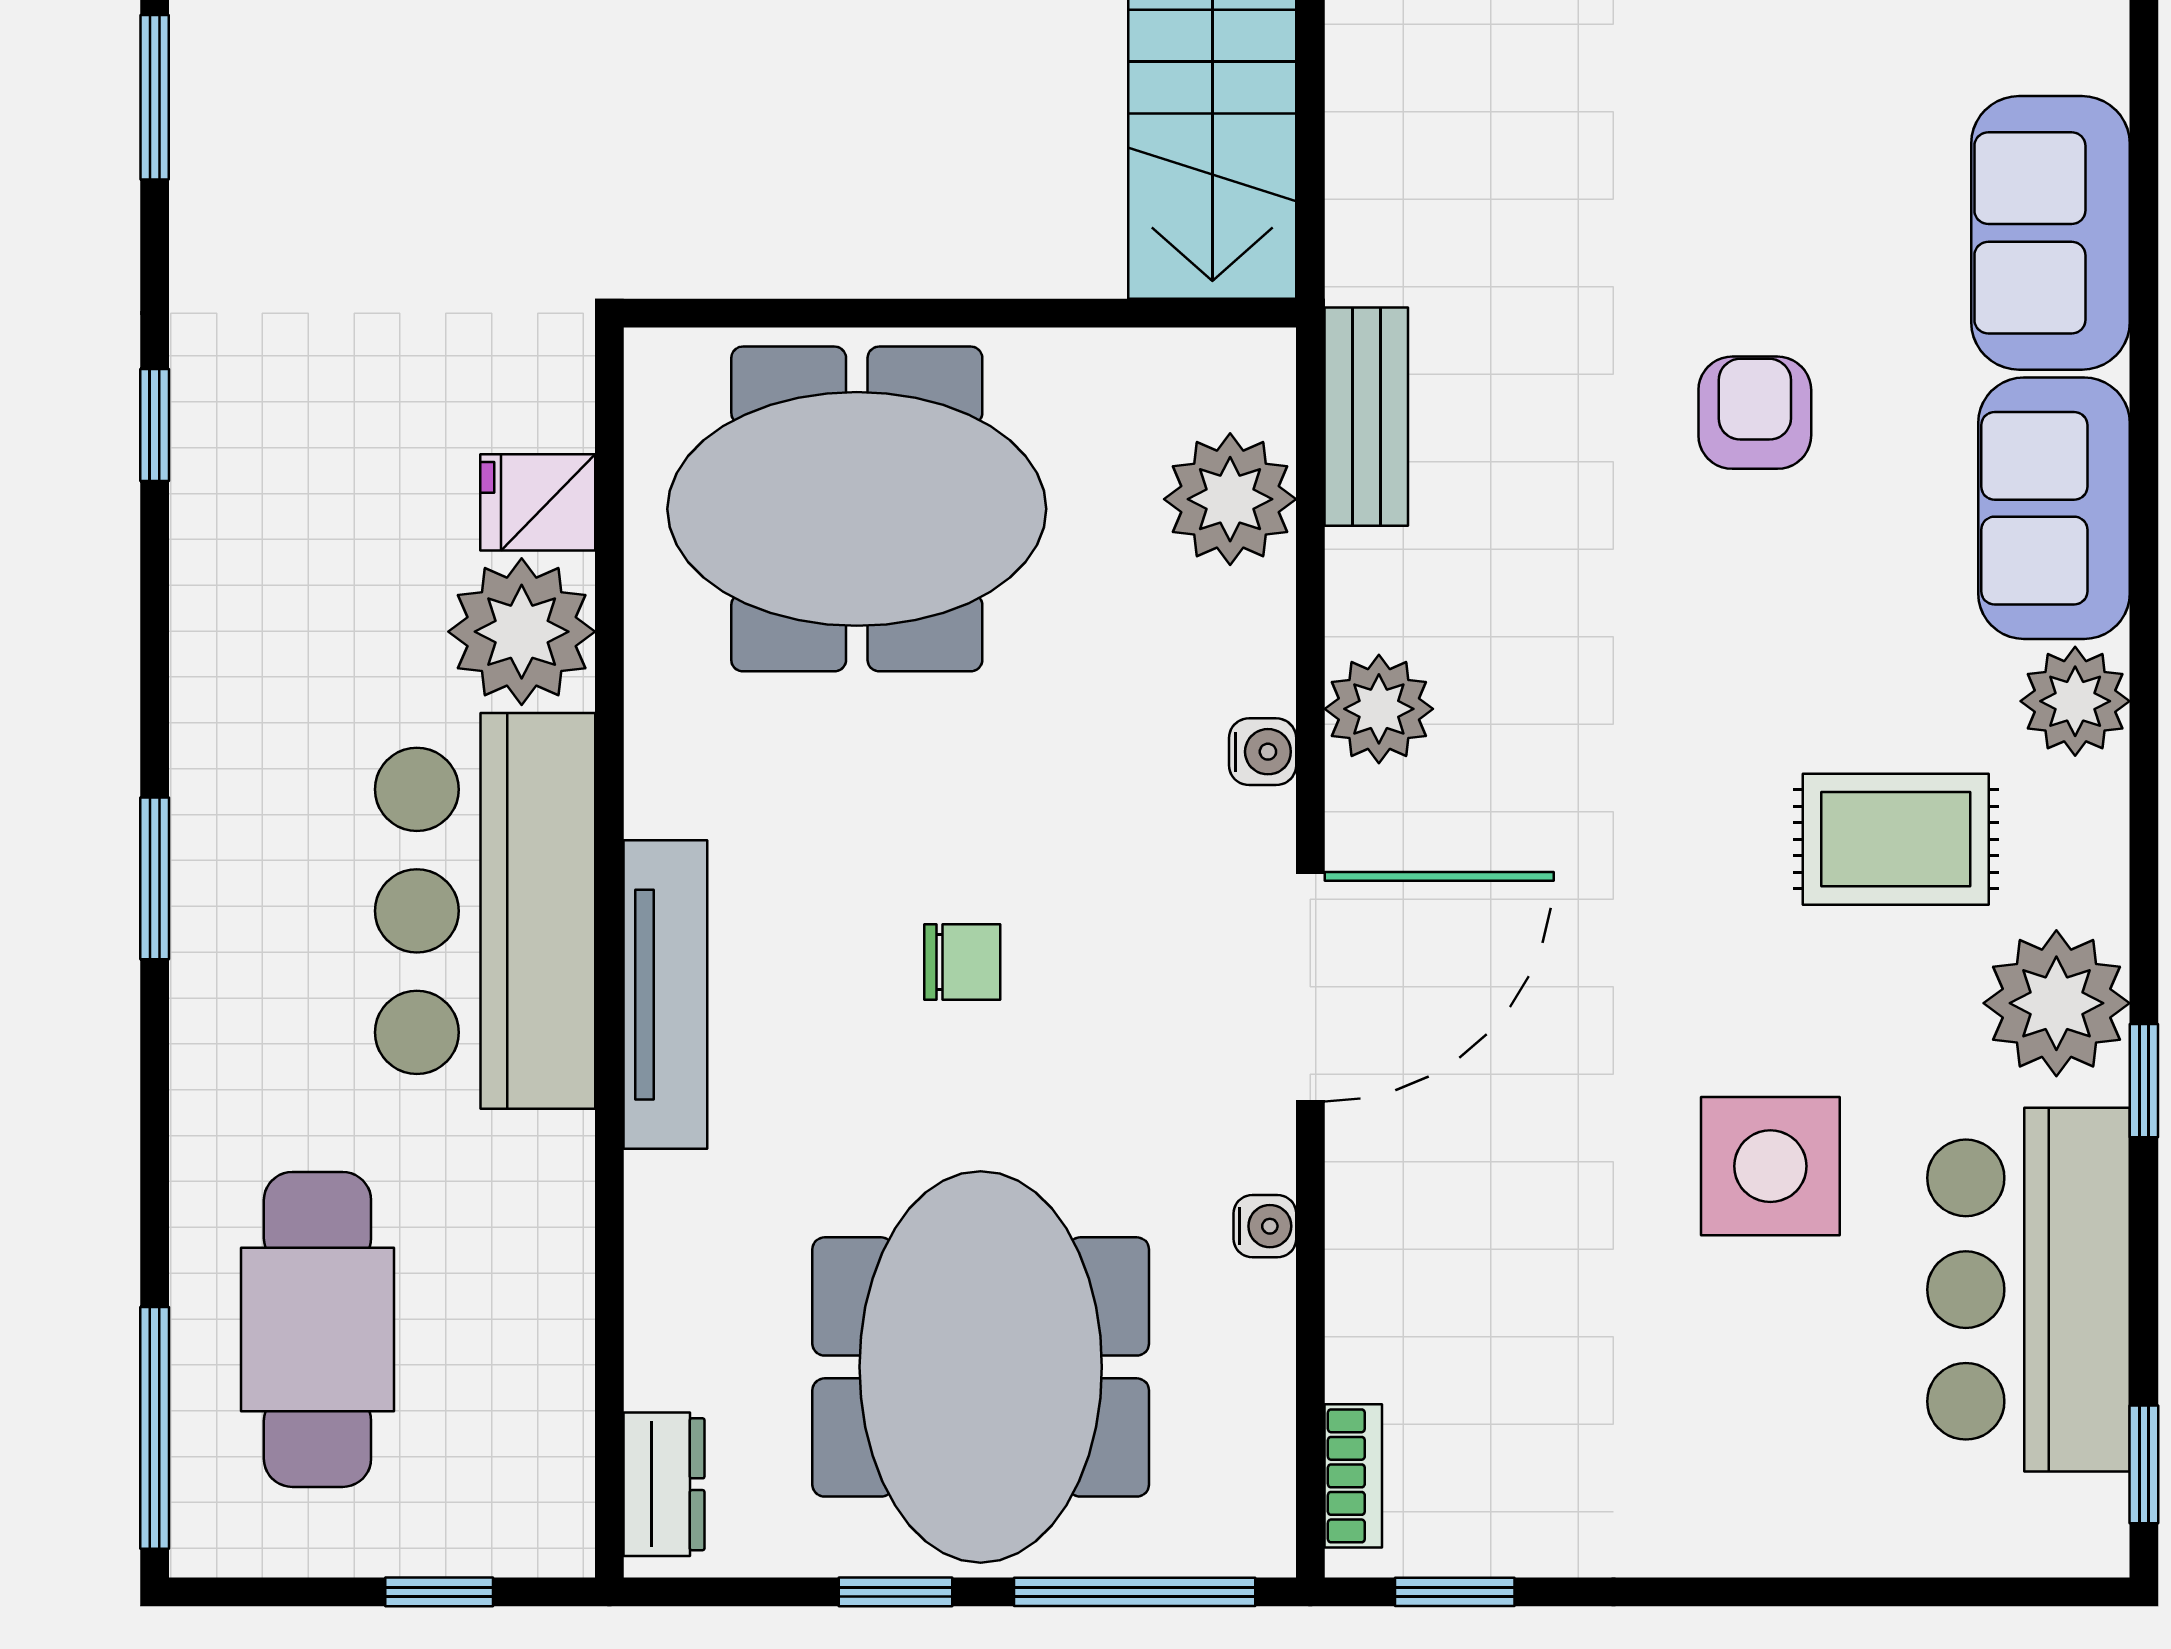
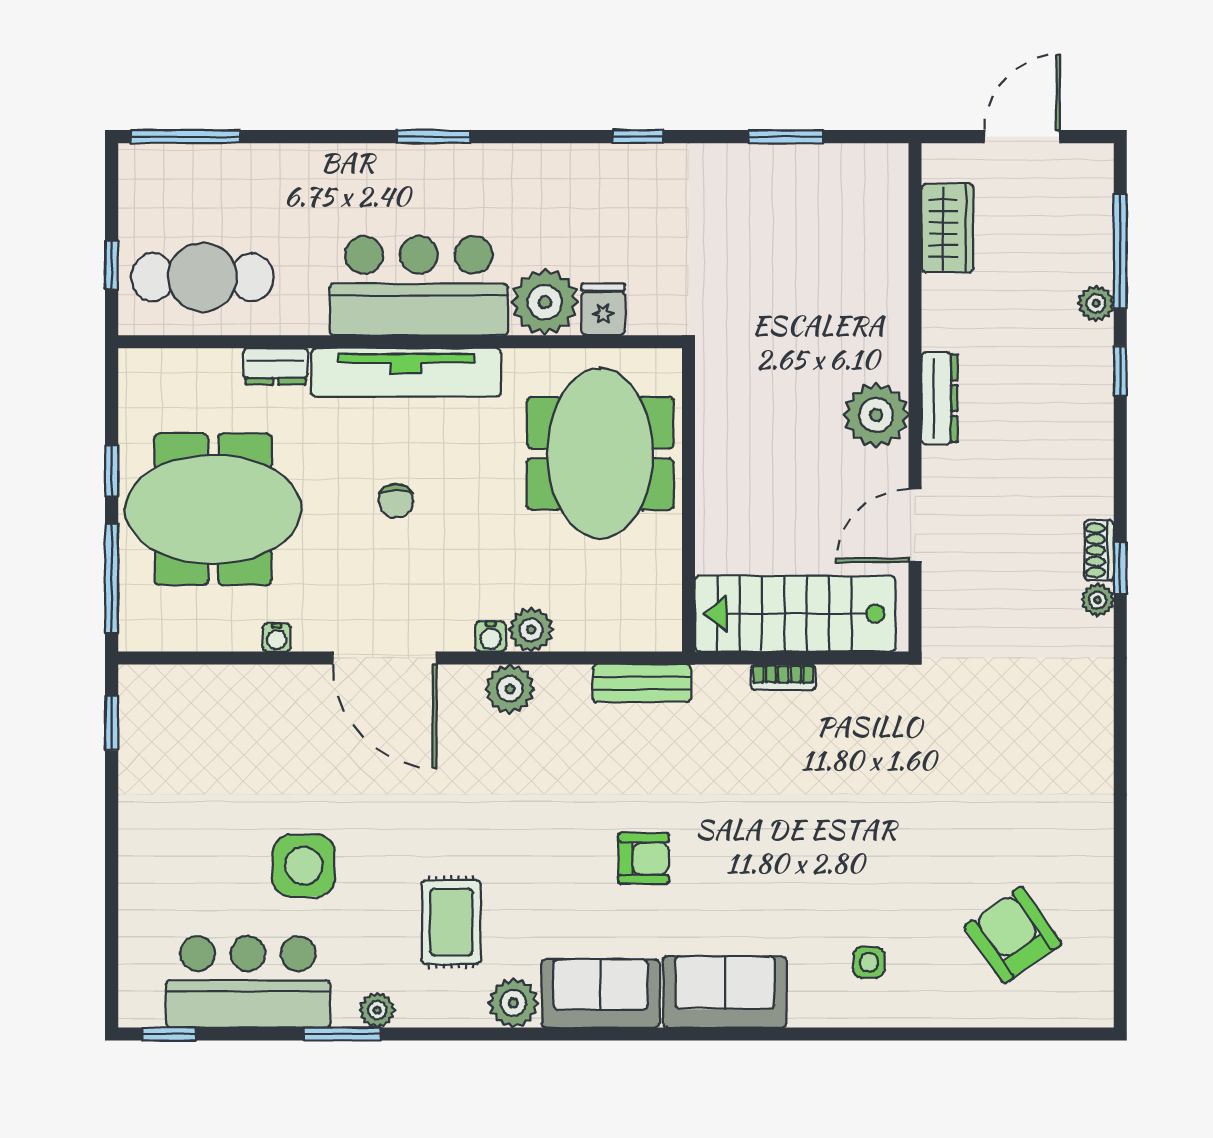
plant: (1230, 499) -> (531, 630), moved, width x0.73, depth x0.73
tv unit: (665, 995) -> (406, 372), width x1.36, depth x1.29
plant: (2056, 1003) -> (377, 1010), width x0.53, depth x0.53
window: (2144, 1081) -> (342, 1034), width x1.50
cafe table: (317, 1329) -> (202, 277), moved
bookcase: (1353, 1476) -> (783, 677), moved
dresser: (664, 1484) -> (276, 366), moved

